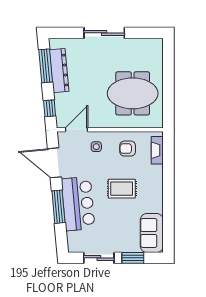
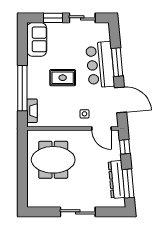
door: (77, 130) -> (102, 128), hinge flipped
armchair: (128, 149) -> (57, 112), removed
window: (168, 177) -> (22, 88), added

